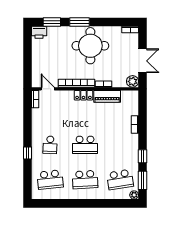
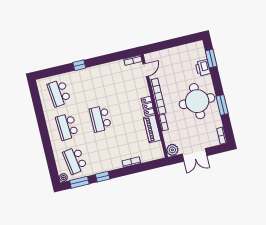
window: (79, 22) -> (222, 105), moved
printer: (39, 32) -> (203, 68), moved
school desk: (50, 145) -> (92, 85), removed

